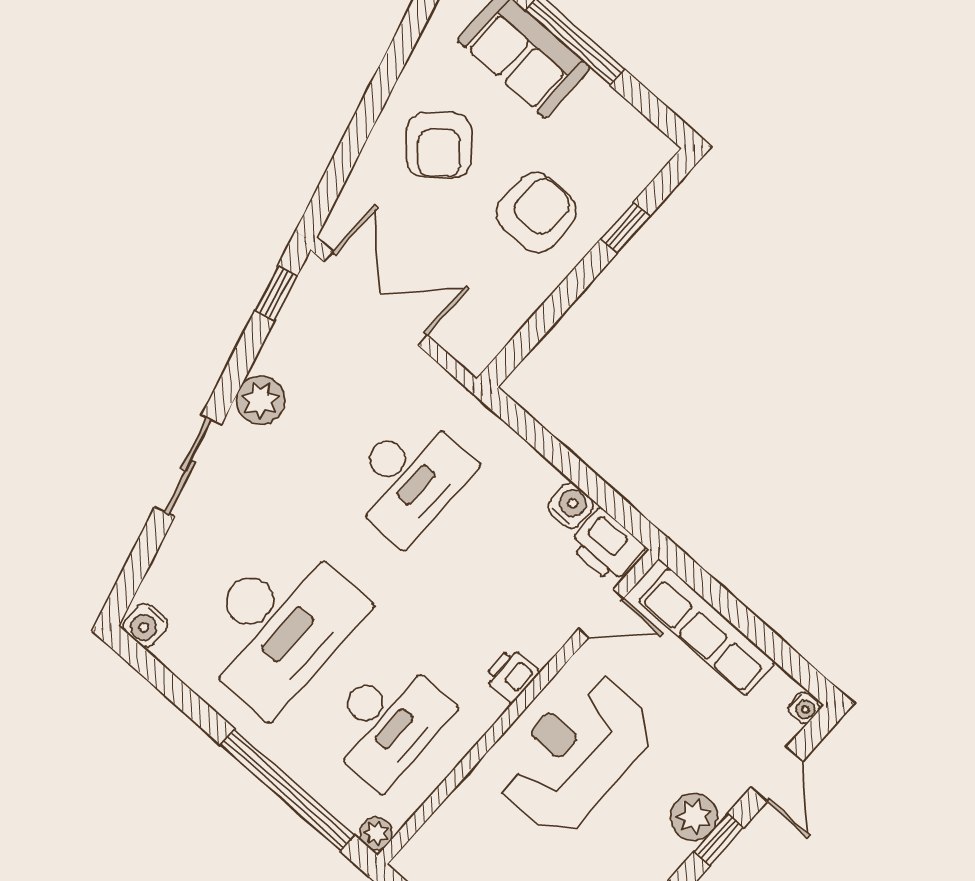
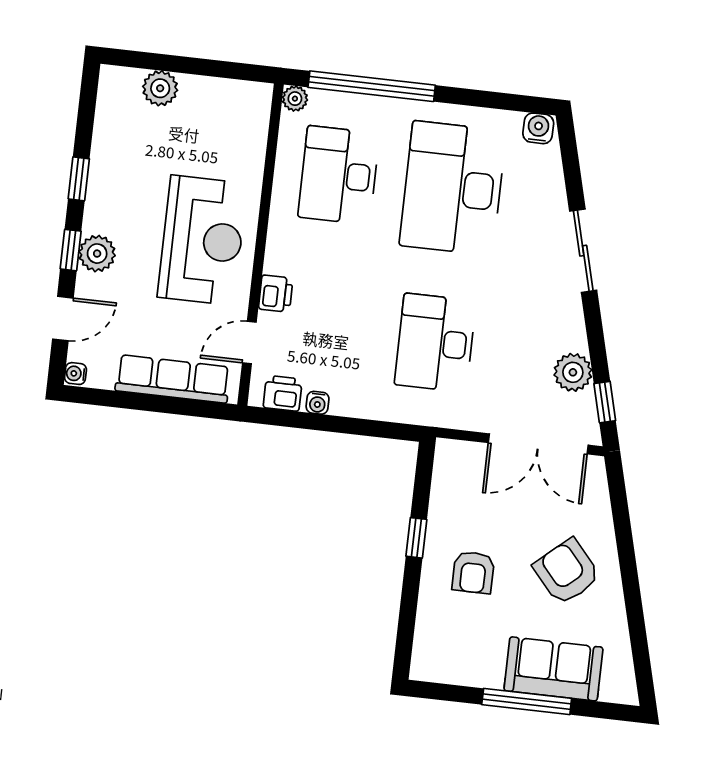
armchair: (536, 212) -> (473, 572), width x0.72, depth x0.72
window: (625, 227) -> (416, 538), moved
plant: (260, 400) -> (573, 372), moved
water cooler: (571, 506) -> (318, 403), width x0.72, depth x0.72
printer: (606, 546) -> (283, 393), width x0.73, depth x0.81
printer: (511, 675) -> (276, 294), moved
door: (777, 774) -> (63, 319), swing flipped

